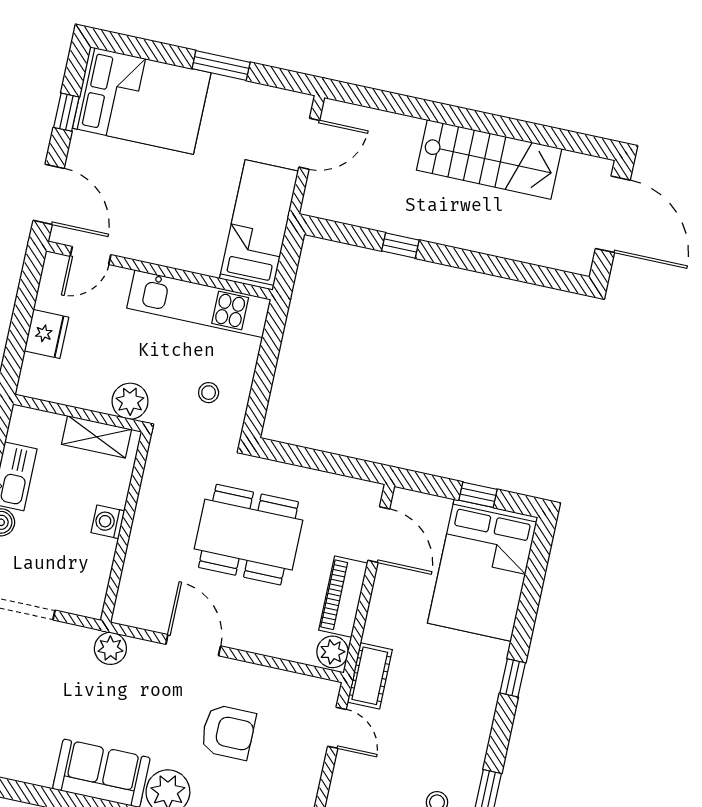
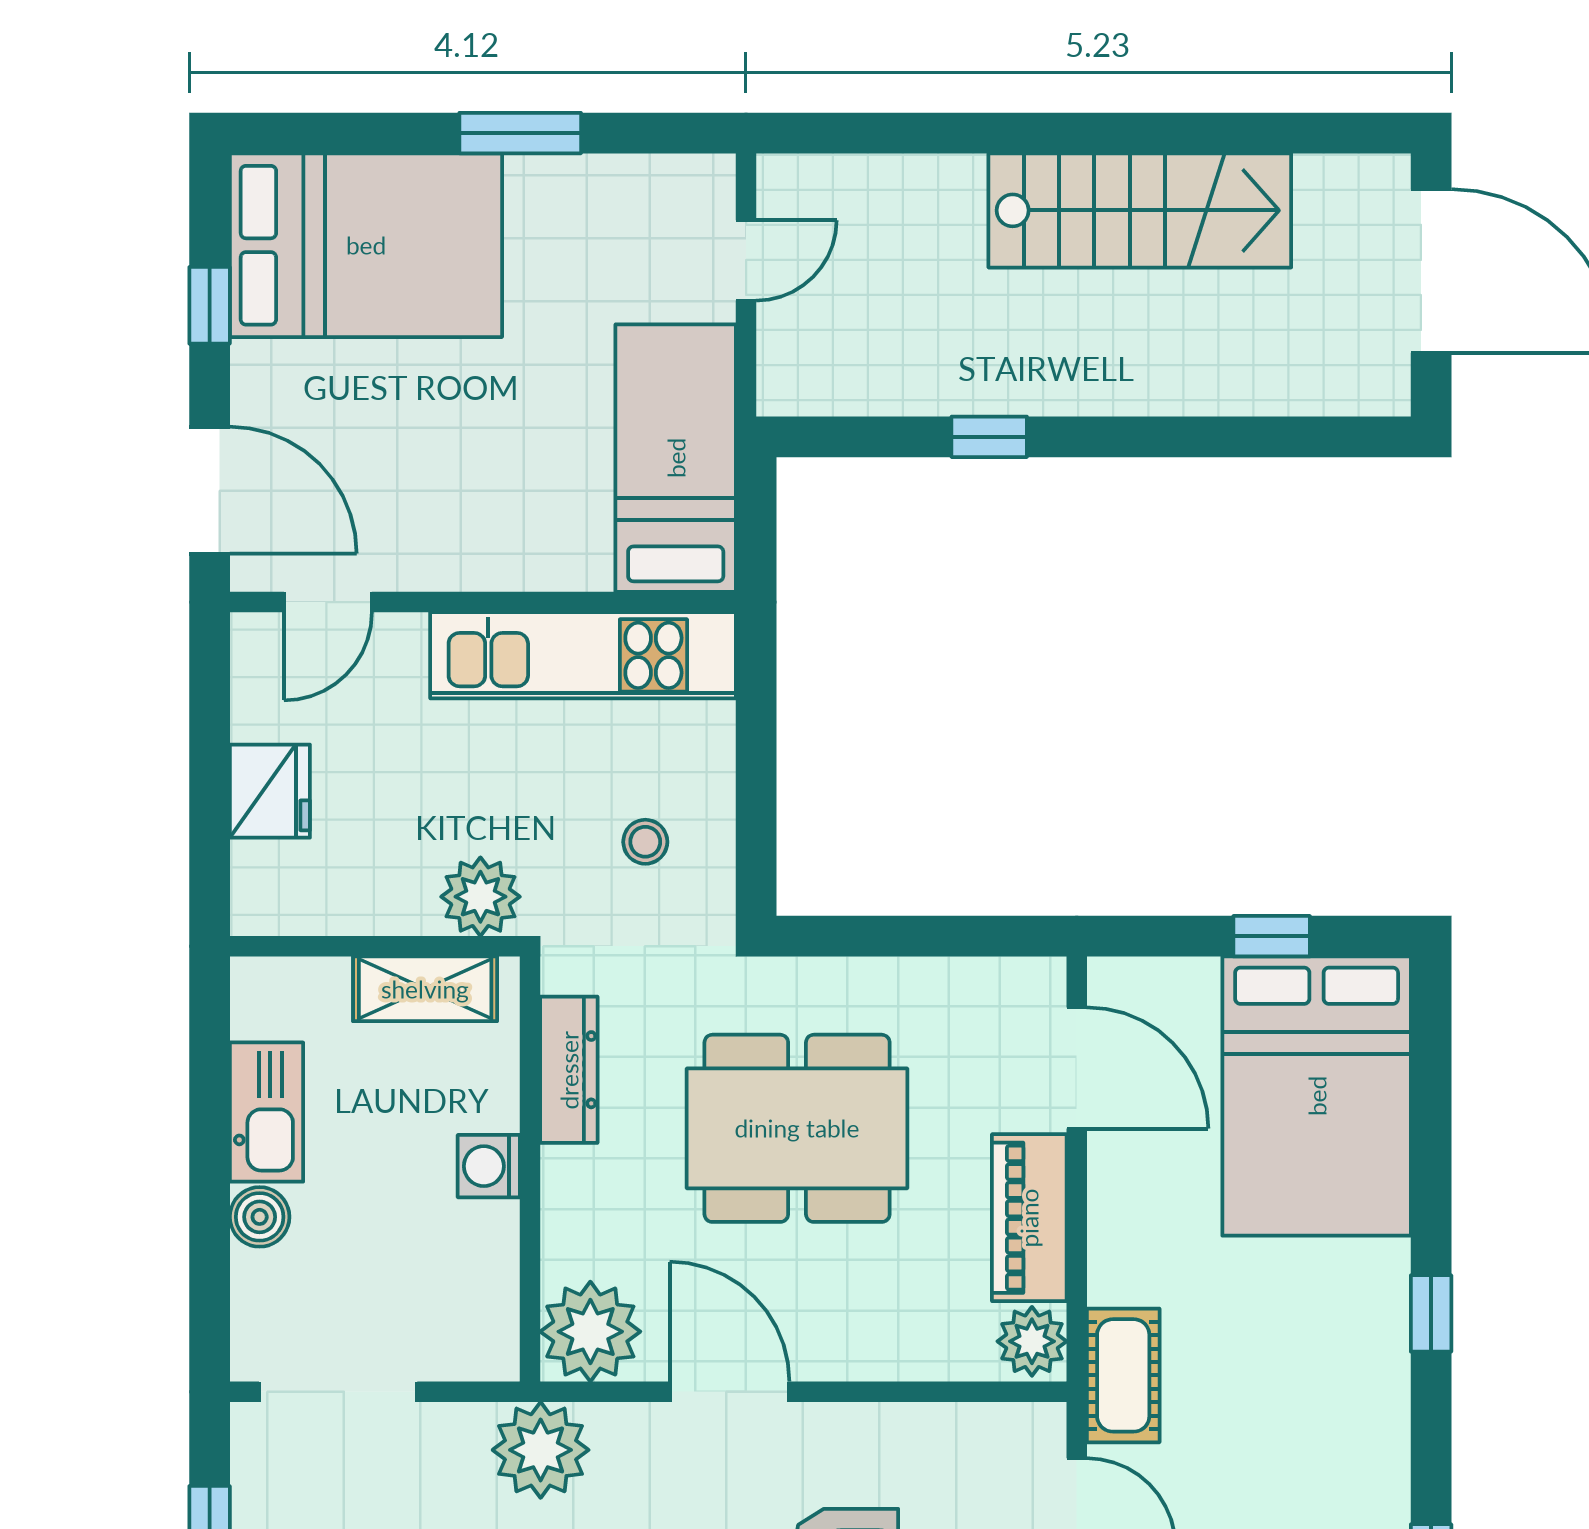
door: (309, 144) -> (746, 260), width x0.73
dresser: (153, 487) -> (569, 1070), added
plant: (137, 605) -> (590, 1332), added
plant: (110, 648) -> (541, 1450), width x1.36, depth x1.36

